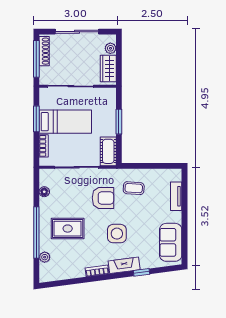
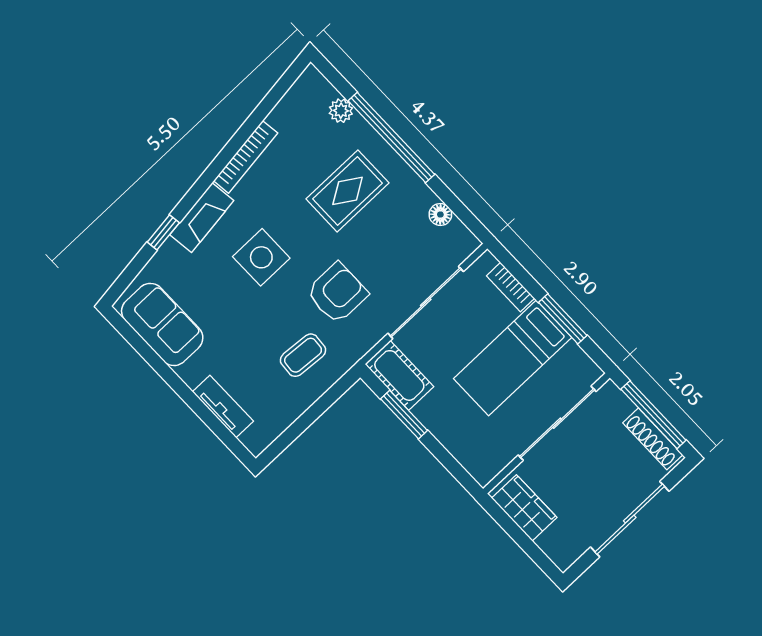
plant: (110, 48) -> (551, 543), removed
window: (119, 122) -> (404, 415), moved
armchair: (103, 198) -> (337, 293), turned 180
bookcase: (97, 271) -> (246, 157), width x1.56

